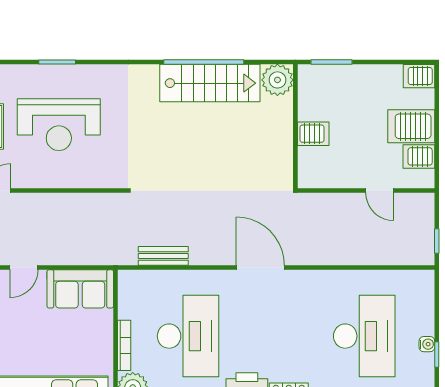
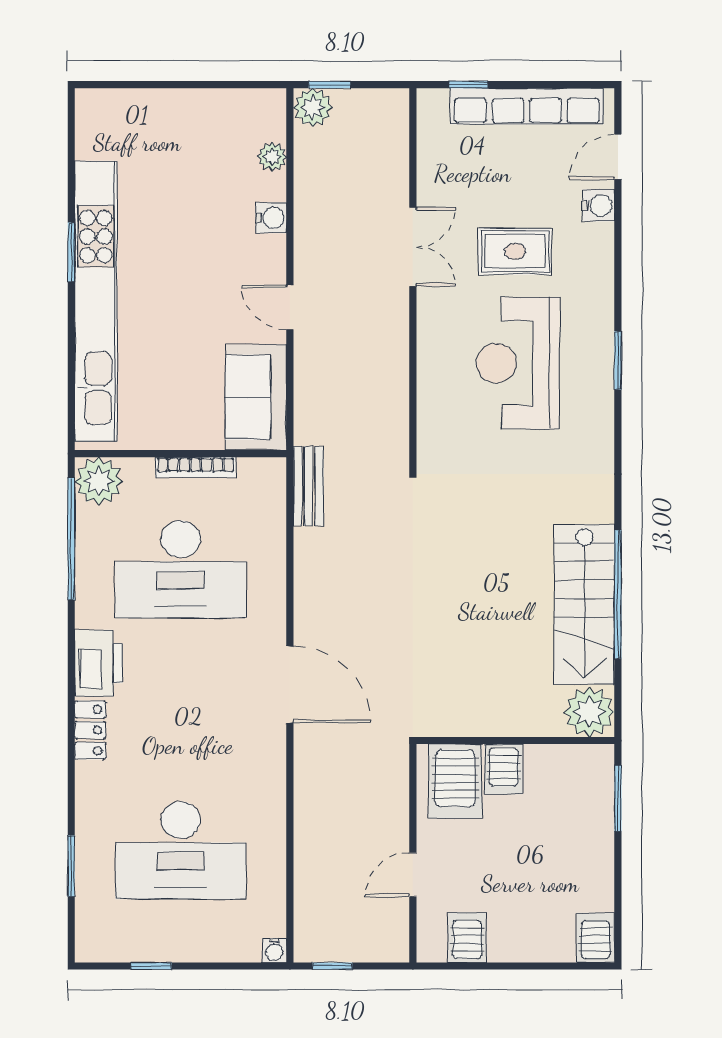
server rack: (411, 126) -> (455, 781), moved, turned 180
bench: (163, 256) -> (308, 486), moved
door: (260, 268) -> (290, 685), hinge flipped
water cooler: (427, 344) -> (274, 950), moved
bookcase: (124, 345) -> (196, 467), moved

